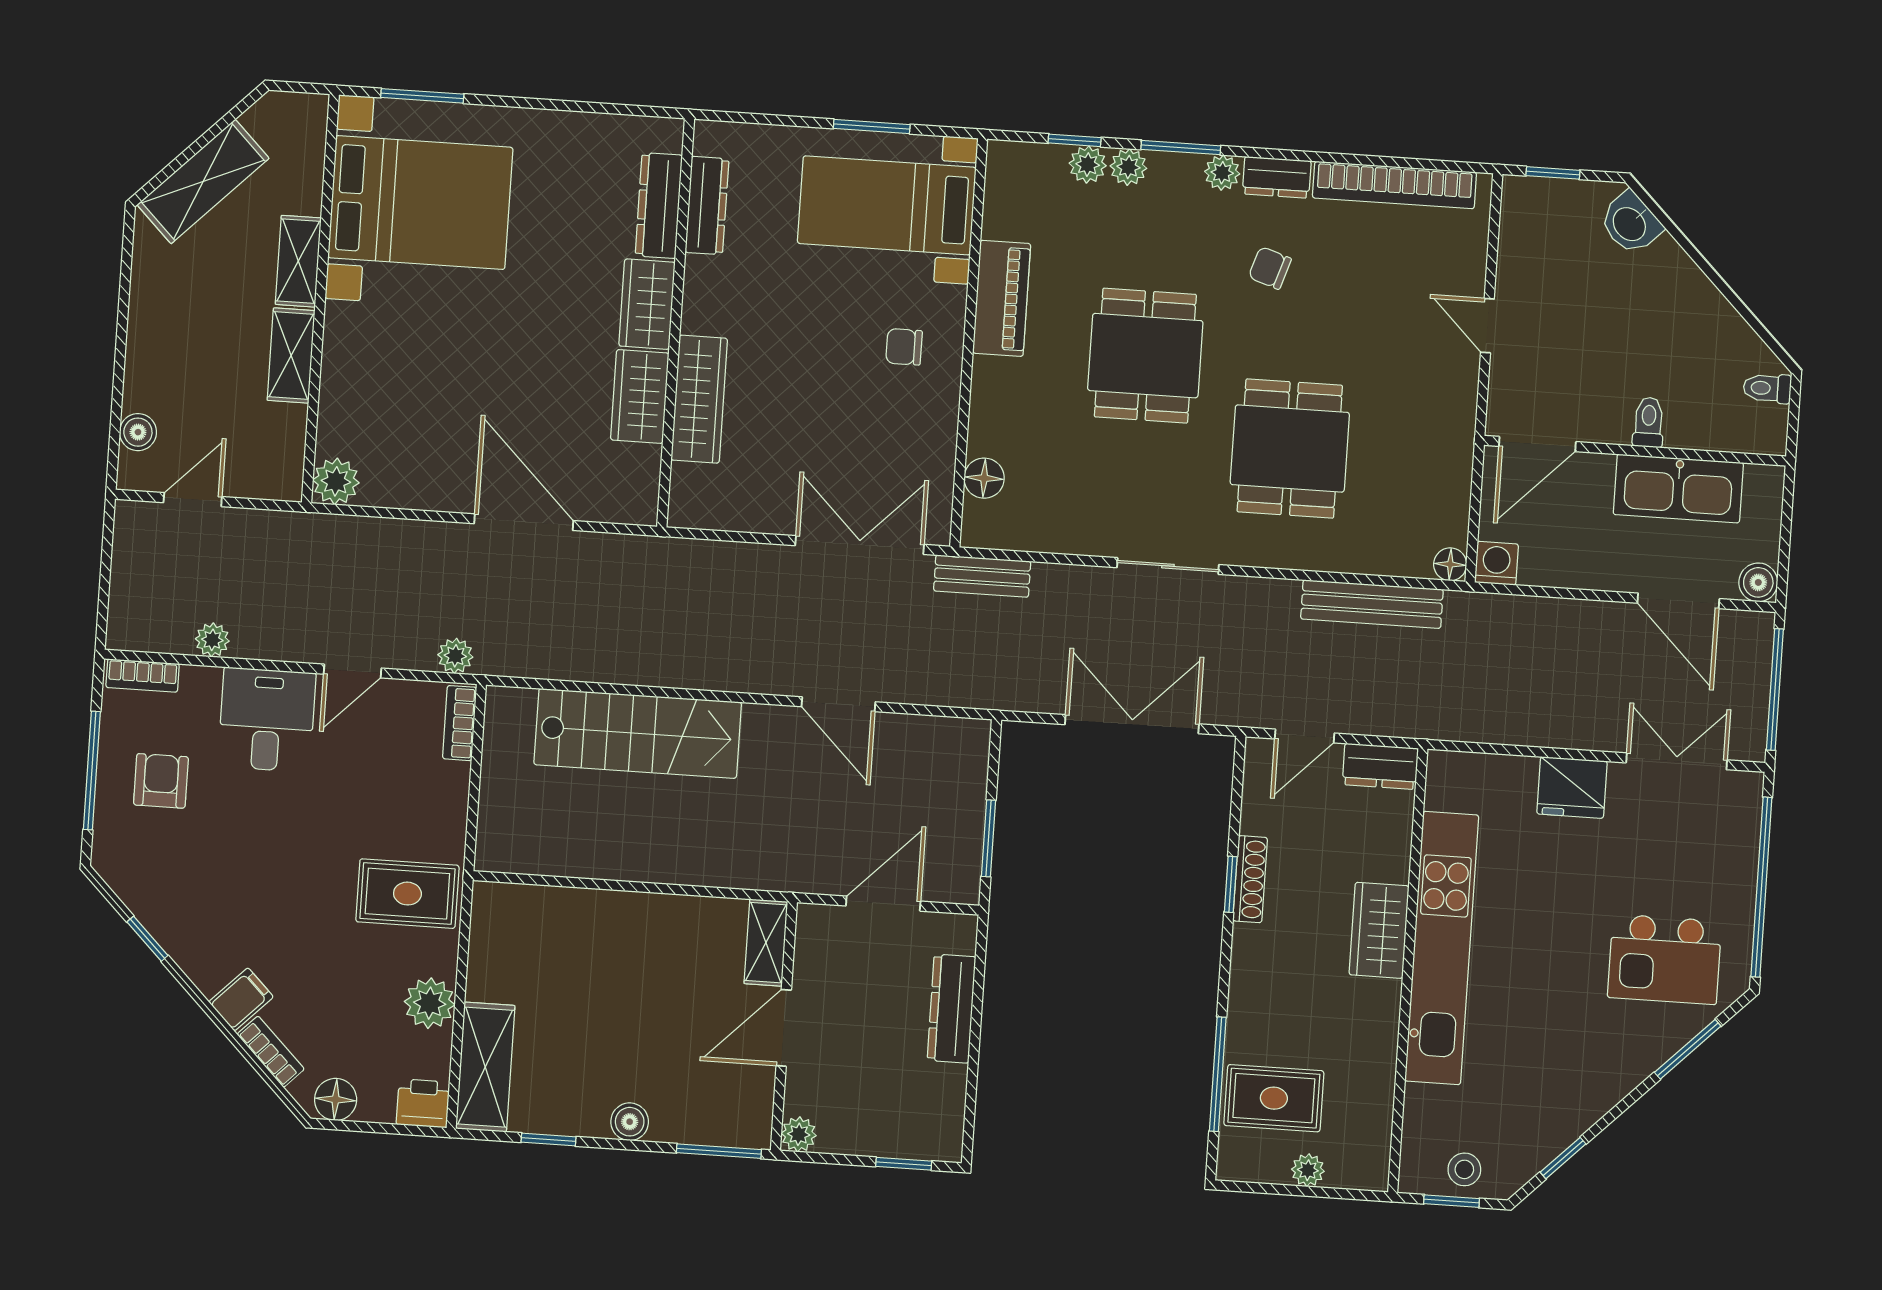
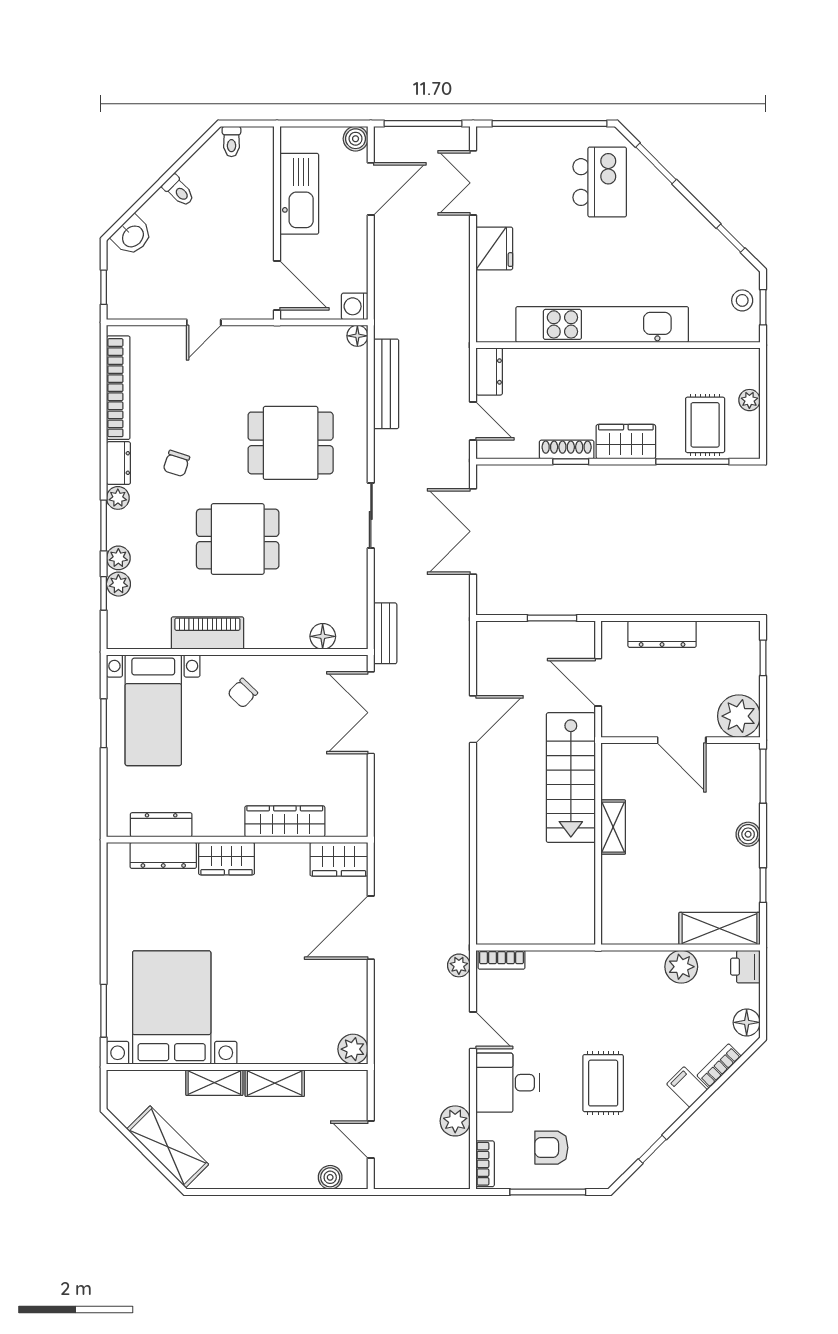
chair: (904, 347) -> (243, 693), turned 44
wardrobe: (640, 396) -> (339, 859), moved
toilet: (1649, 422) -> (179, 191), moved, turned -135
plant: (212, 640) -> (455, 1121), width x1.38, depth x1.38
stairs: (638, 733) -> (571, 778), moved, turned 180
rug: (407, 894) -> (603, 1083), moved
wardrobe: (1379, 930) -> (626, 442), moved, turned 180
shelving: (766, 943) -> (613, 827), moved, turned 90
plant: (799, 1134) -> (739, 716), width x1.88, depth x1.88

